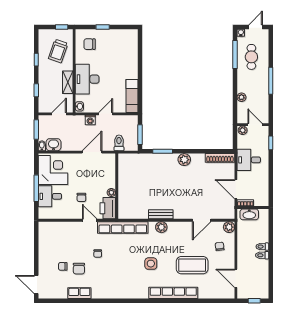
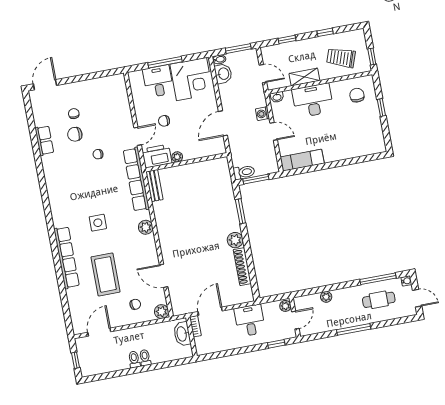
toilet: (119, 143) -> (244, 172), moved
door: (92, 152) -> (223, 123), swing flipped
shoe rack: (220, 158) -> (242, 267), moved
bench: (161, 214) -> (154, 186), moved

